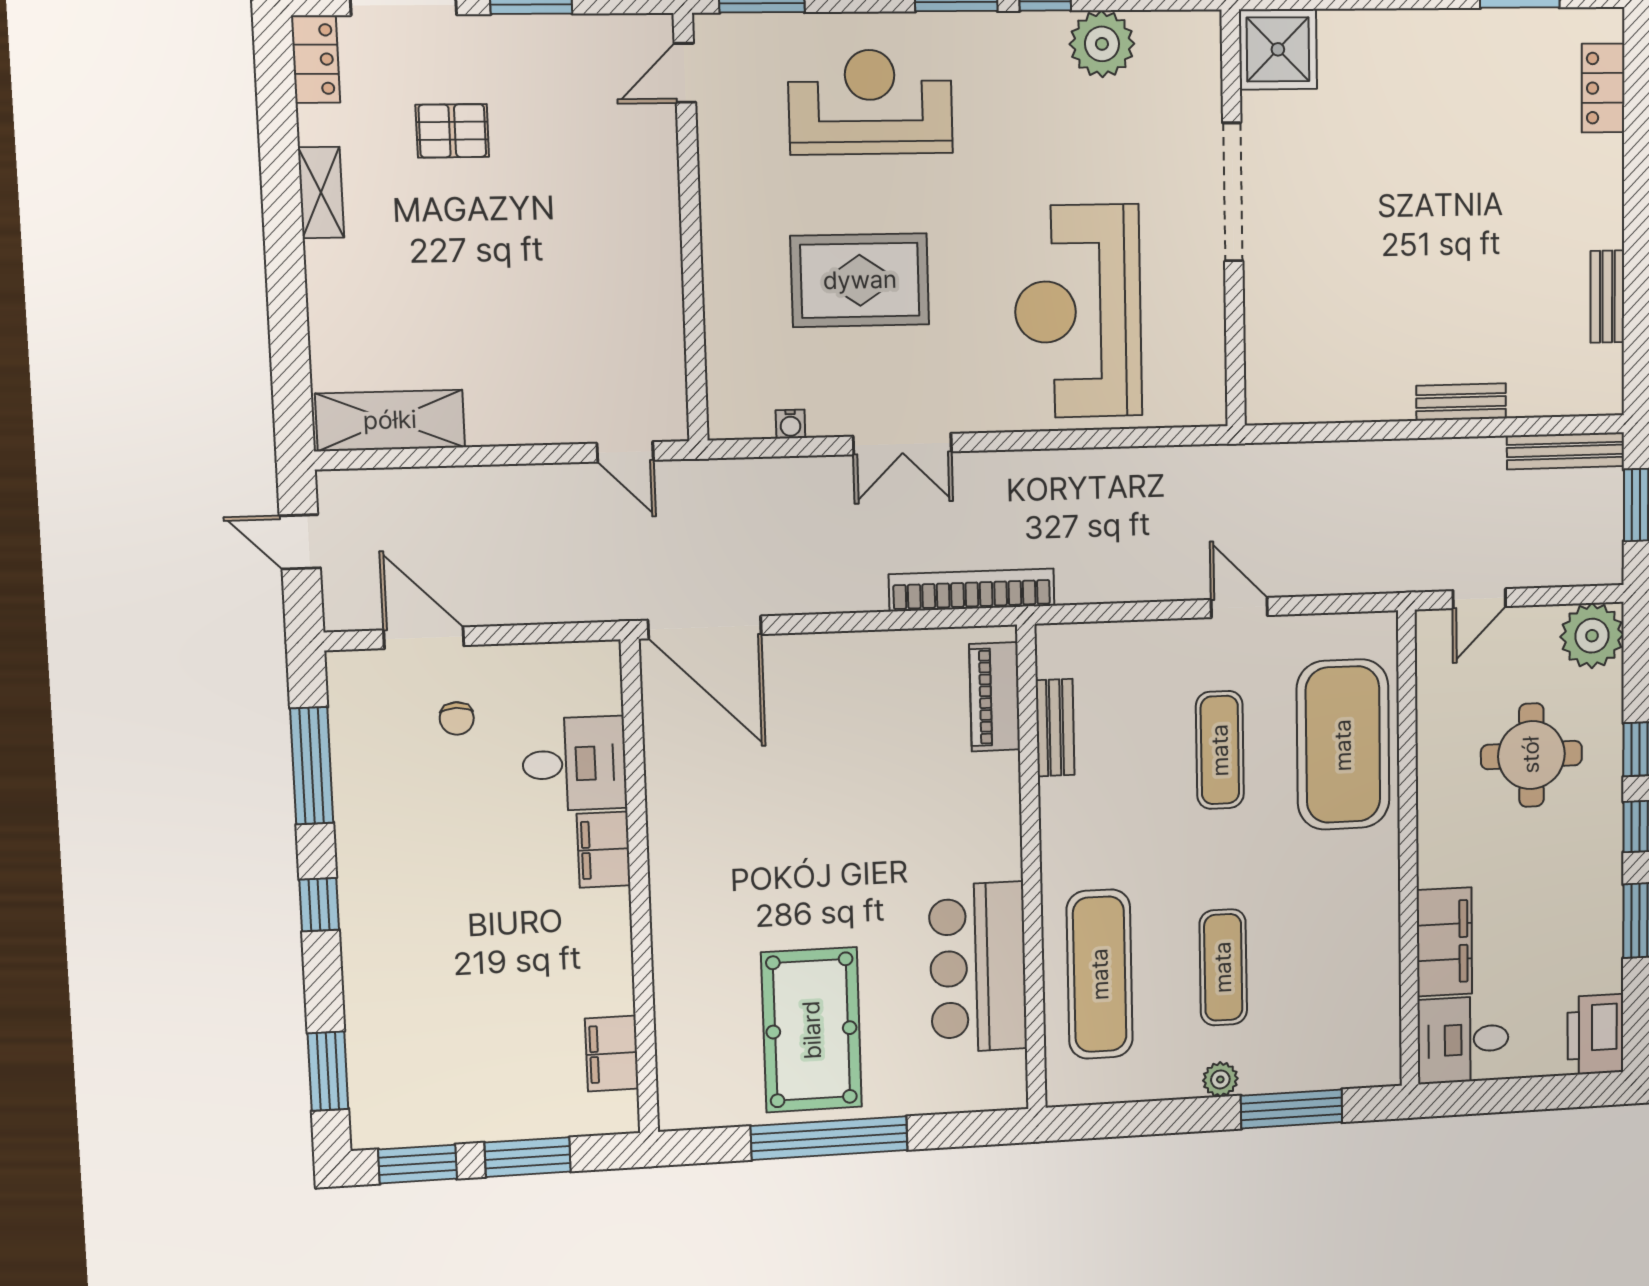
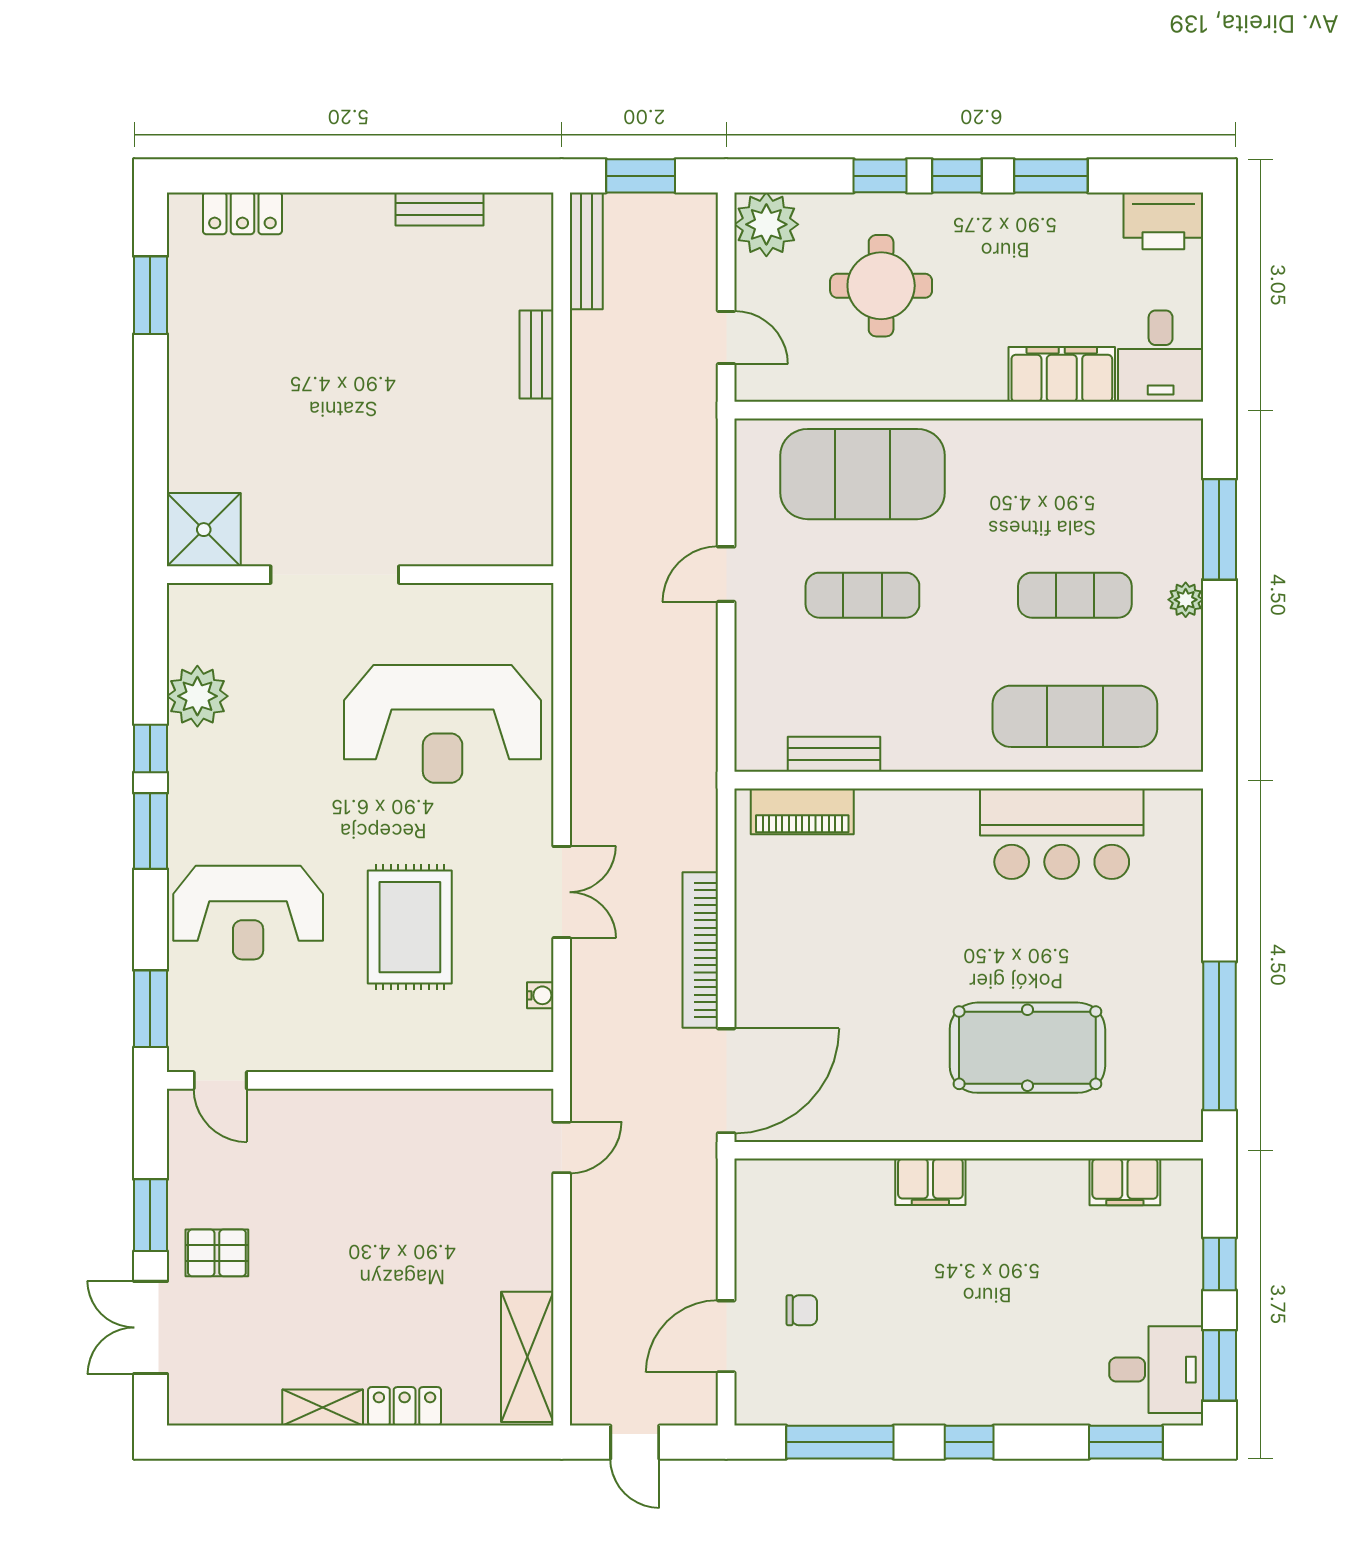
locker: (316, 59) -> (405, 1406), moved
reception desk: (870, 102) -> (248, 913), turned -90
pallet: (452, 131) -> (217, 1253), moved, turned 90
door: (300, 542) -> (635, 1442), hinge flipped
bookcase: (972, 590) -> (700, 950), moved
desk: (574, 764) -> (1156, 1370), moved, turned 90
pool table: (812, 1030) -> (1027, 1048), moved
window: (829, 1138) -> (1219, 1036), moved
window: (528, 1157) -> (1219, 1264), width x0.67

